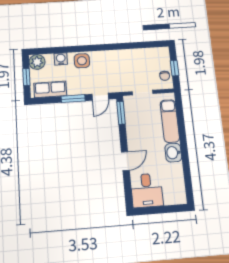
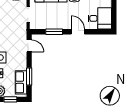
window: (73, 99) -> (29, 76), moved
window: (121, 113) -> (54, 32), moved

